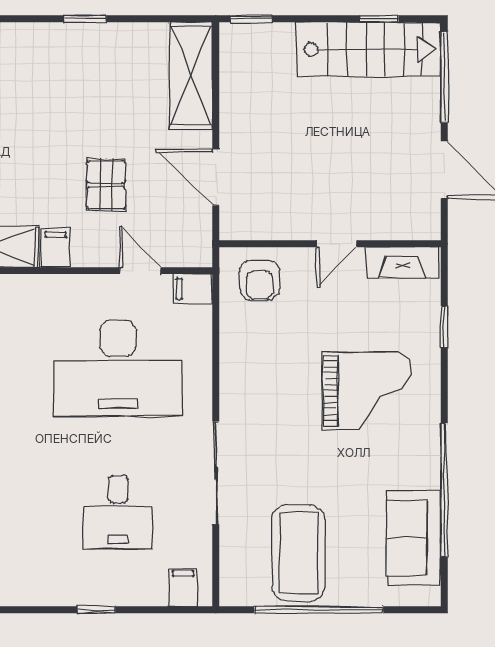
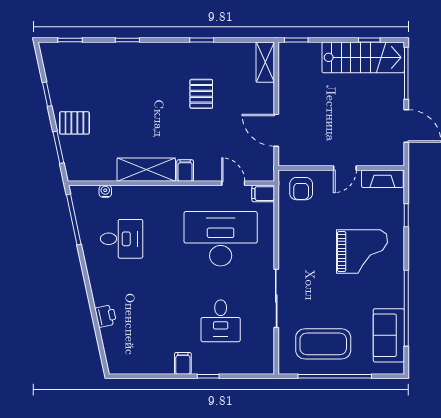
shelving: (191, 76) -> (265, 62), width x0.67, depth x0.75
pallet: (106, 185) -> (201, 94), moved
desk: (118, 368) -> (221, 239), turned 180
coffee table: (298, 553) -> (323, 344), turned 90
filing cabinet: (183, 587) -> (183, 363), moved

